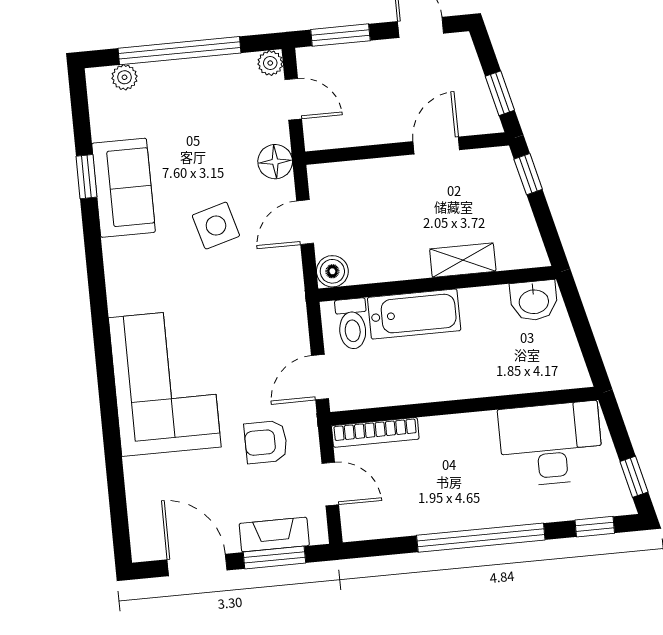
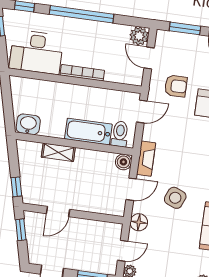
door: (293, 99) -> (123, 251), swing flipped
side table: (216, 226) -> (175, 198), turned 38
bookcase: (375, 432) -> (82, 73), moved
plant: (360, 522) -> (139, 36), added
fireplace: (274, 535) -> (146, 159), moved, turned -90

